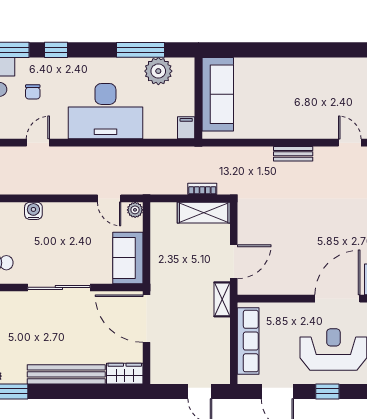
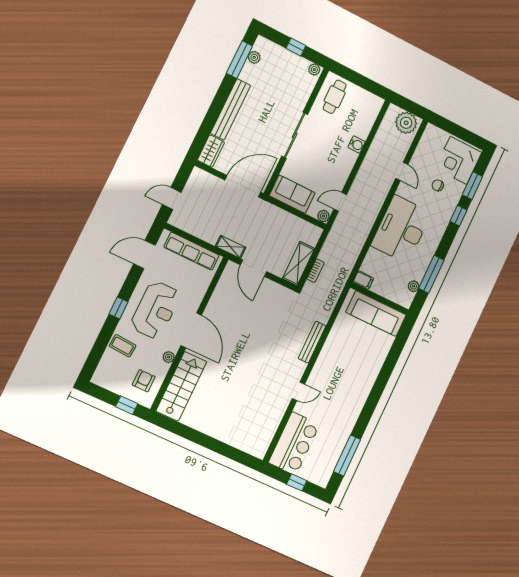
plant: (158, 71) -> (413, 286), width x0.53, depth x0.53
bench: (293, 154) -> (312, 342), width x1.36
window: (327, 391) -> (118, 308), moved

